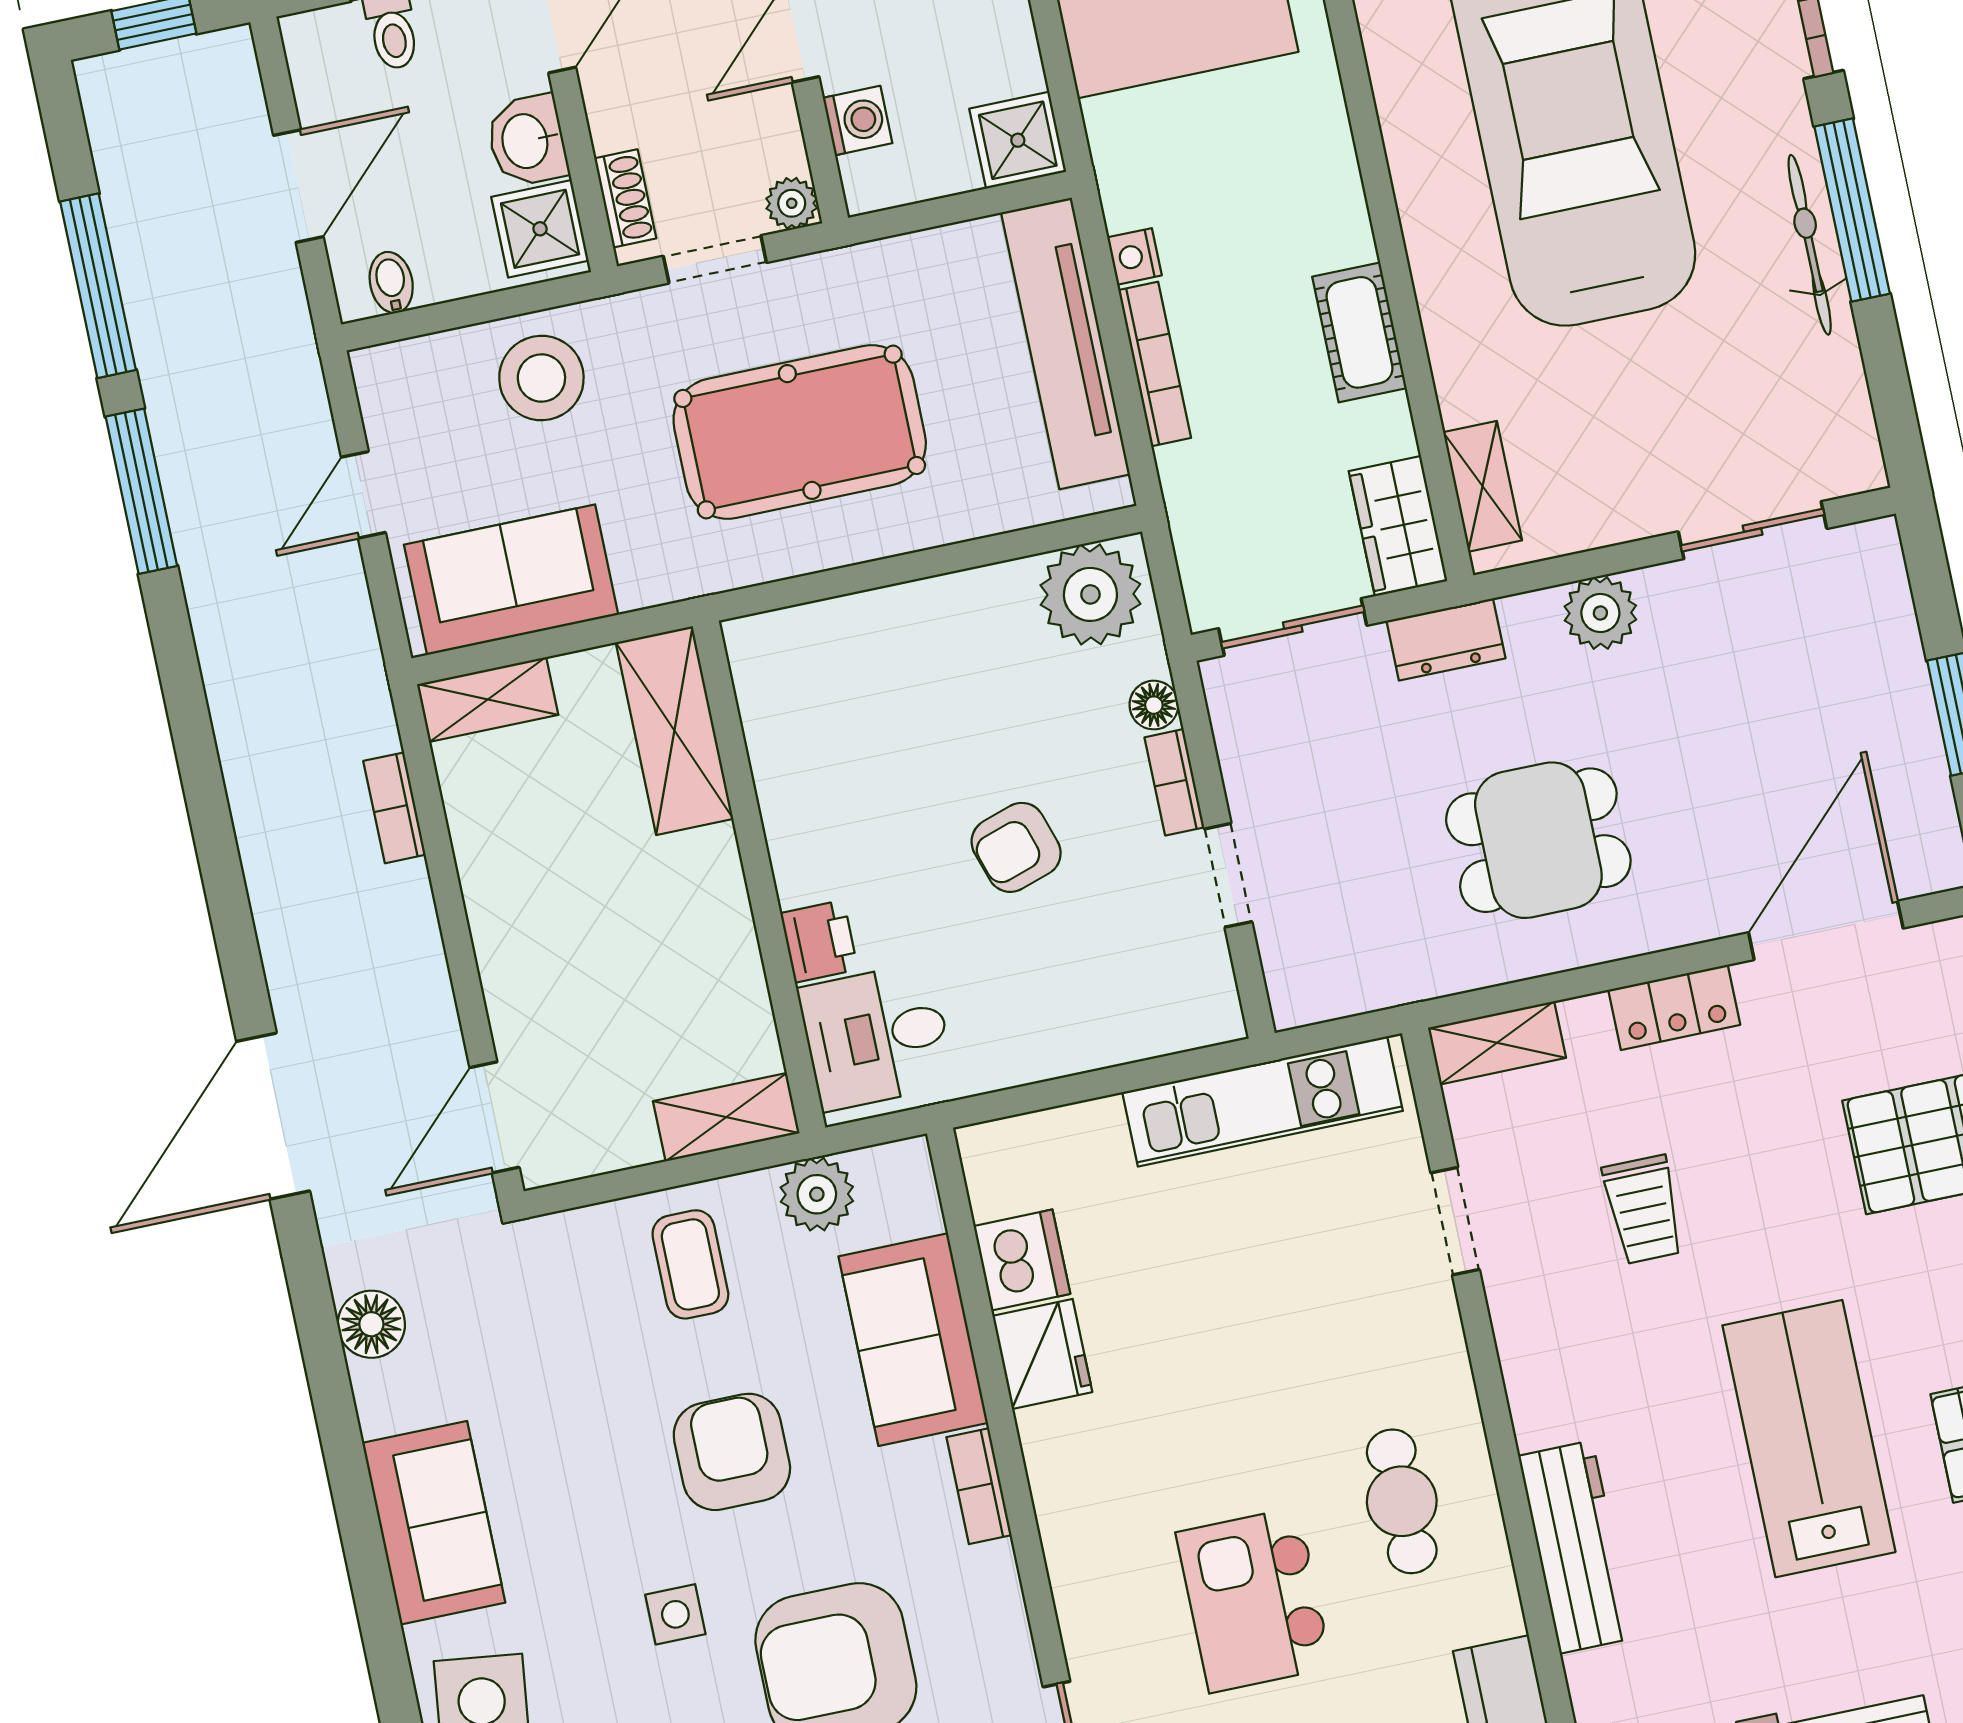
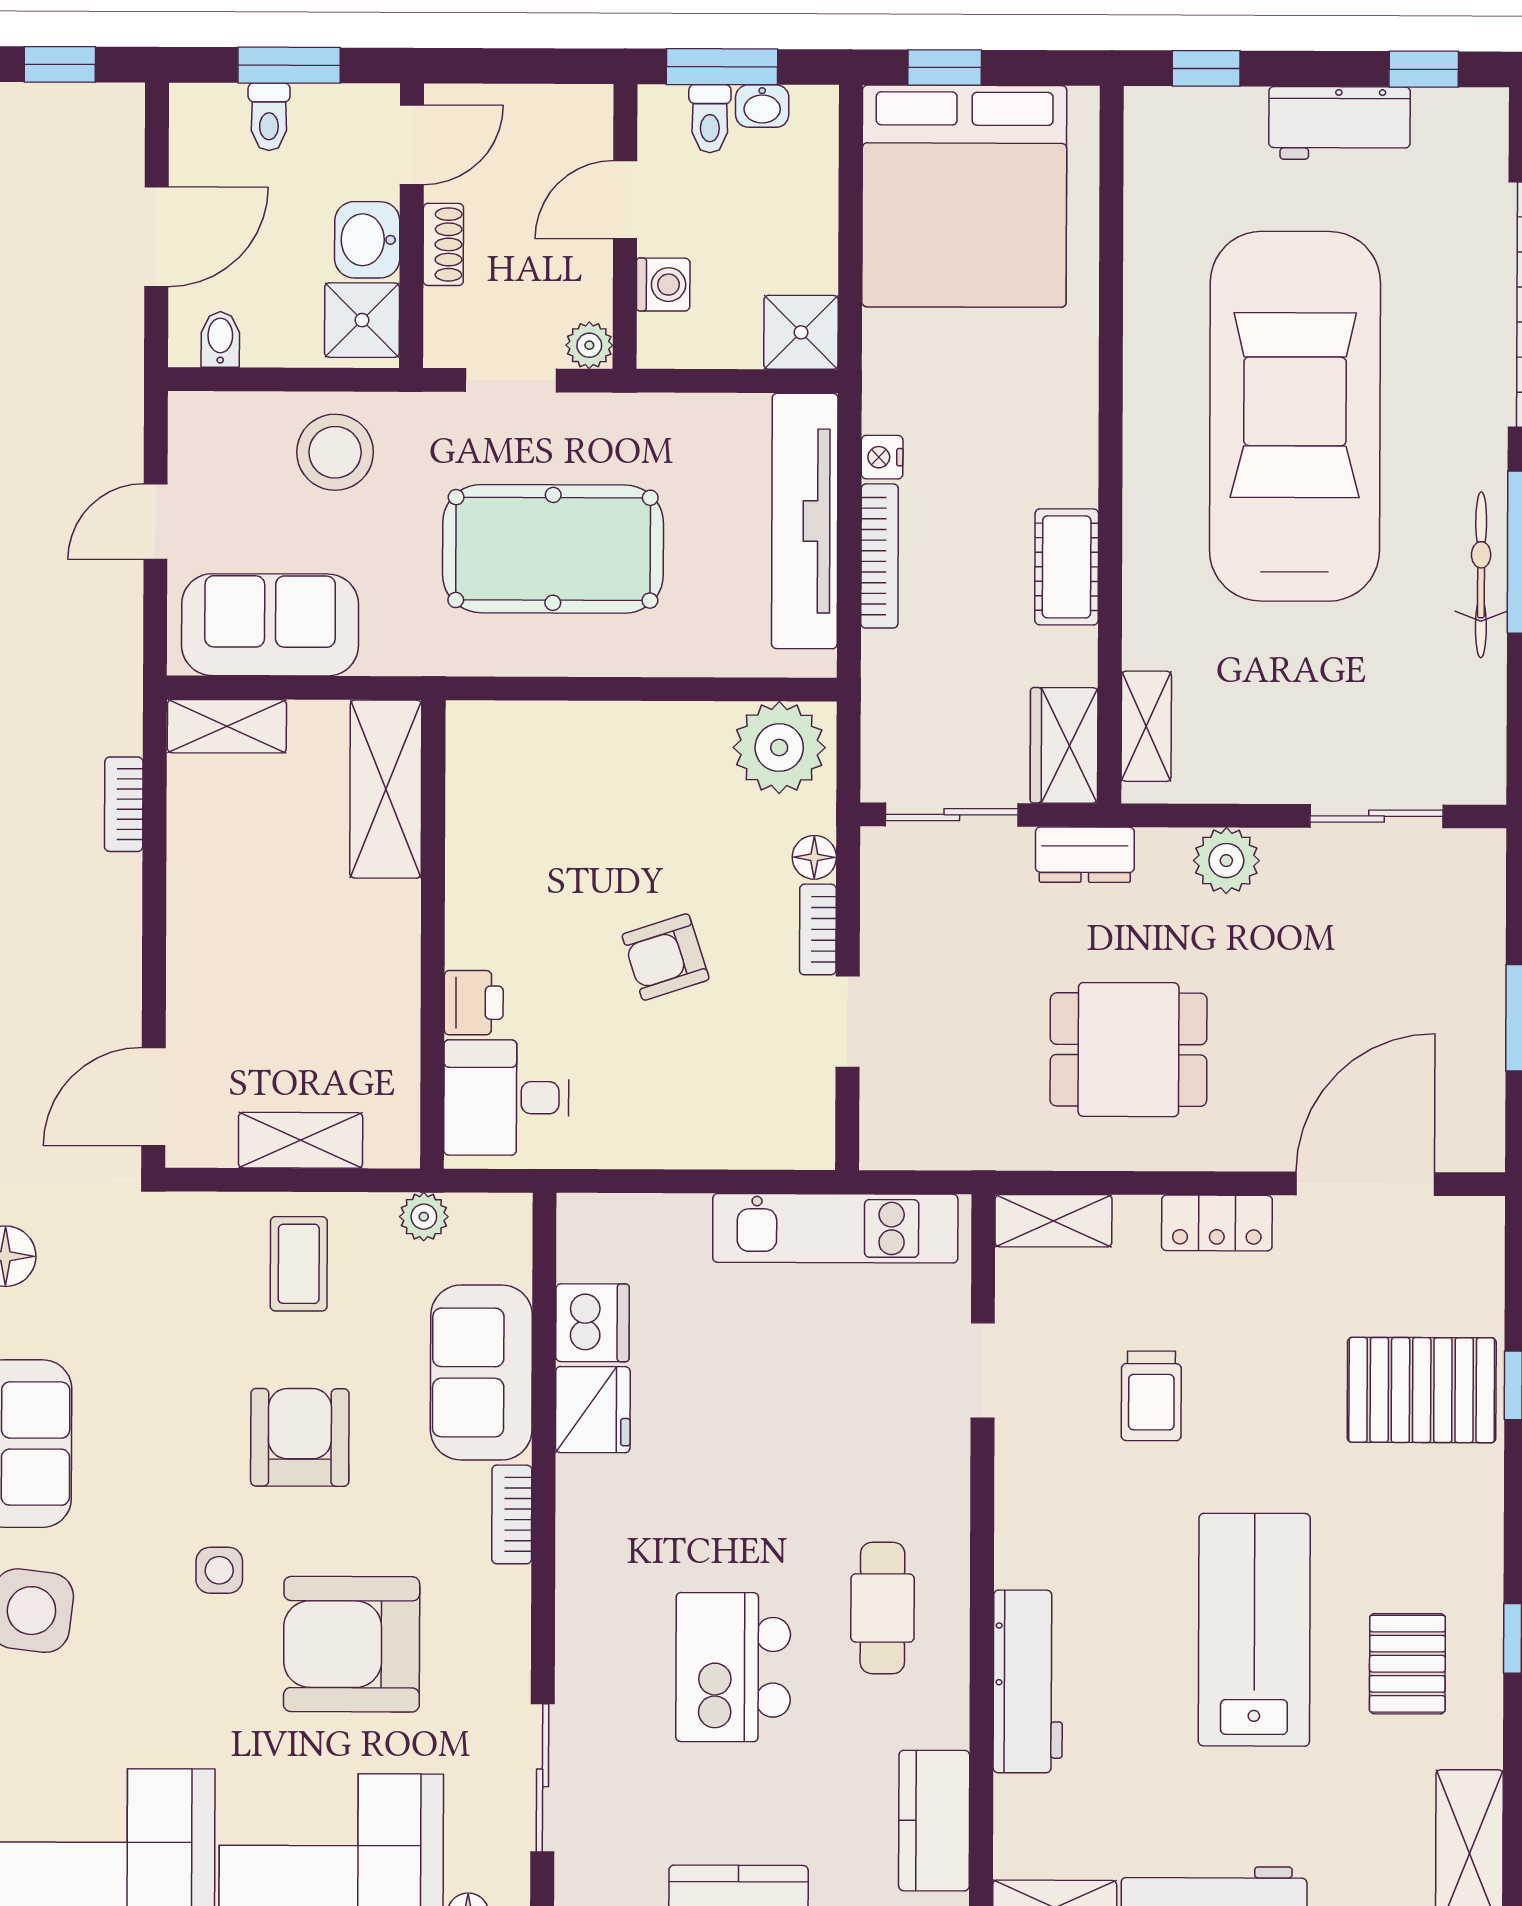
shoe rack: (625, 198) -> (443, 244), moved
shelving: (726, 1117) -> (301, 1140), moved
plant: (817, 1194) -> (424, 1217), width x0.73, depth x0.73

